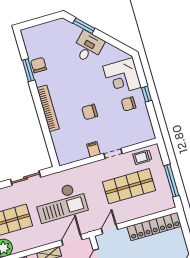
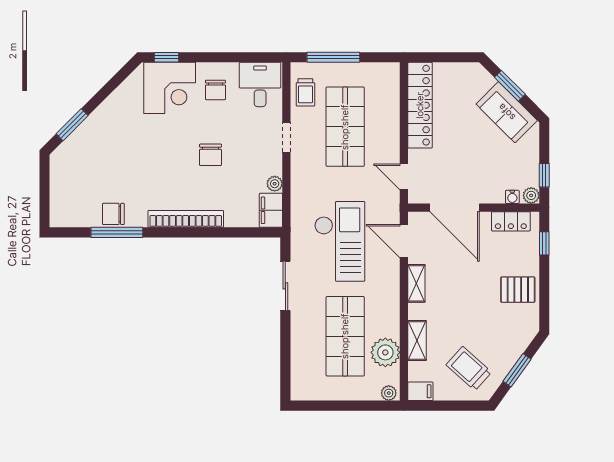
desk: (88, 47) -> (260, 84), moved, turned 45
window: (28, 70) -> (117, 232), width x1.44
window: (146, 94) -> (166, 57), moved
filing cabinet: (94, 149) -> (271, 210), moved, width x2.00
plant: (84, 154) -> (275, 184), added
window: (171, 181) -> (333, 57), moved

